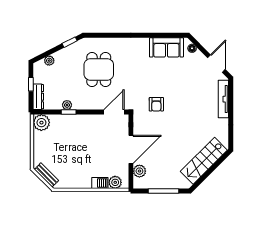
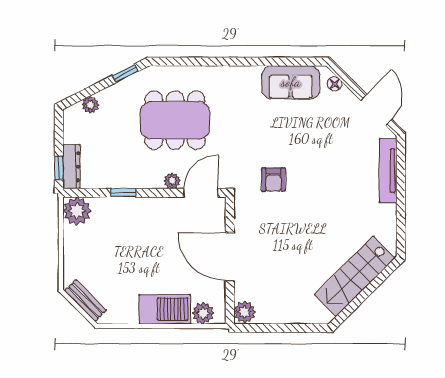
dining table: (99, 69) -> (175, 120), width x1.38
window: (31, 84) -> (59, 168), moved
plant: (67, 105) -> (172, 181), moved
door: (131, 149) -> (230, 257), swing flipped
plant: (139, 171) -> (245, 312), moved
barbecue: (100, 183) -> (165, 309), width x1.88, depth x1.53
window: (163, 191) -> (286, 328), removed

